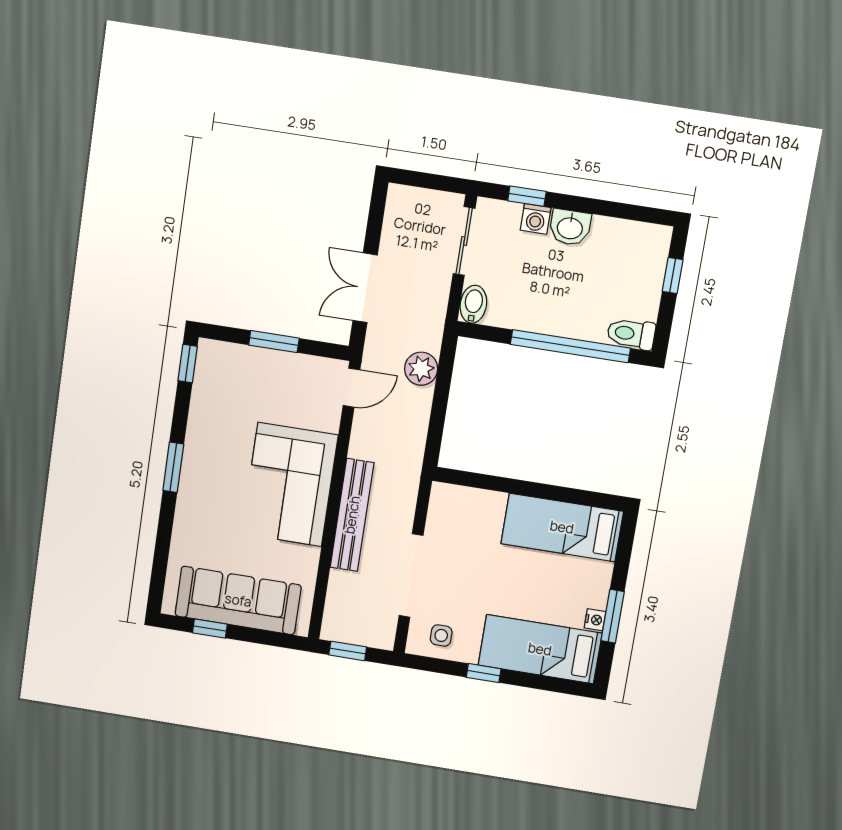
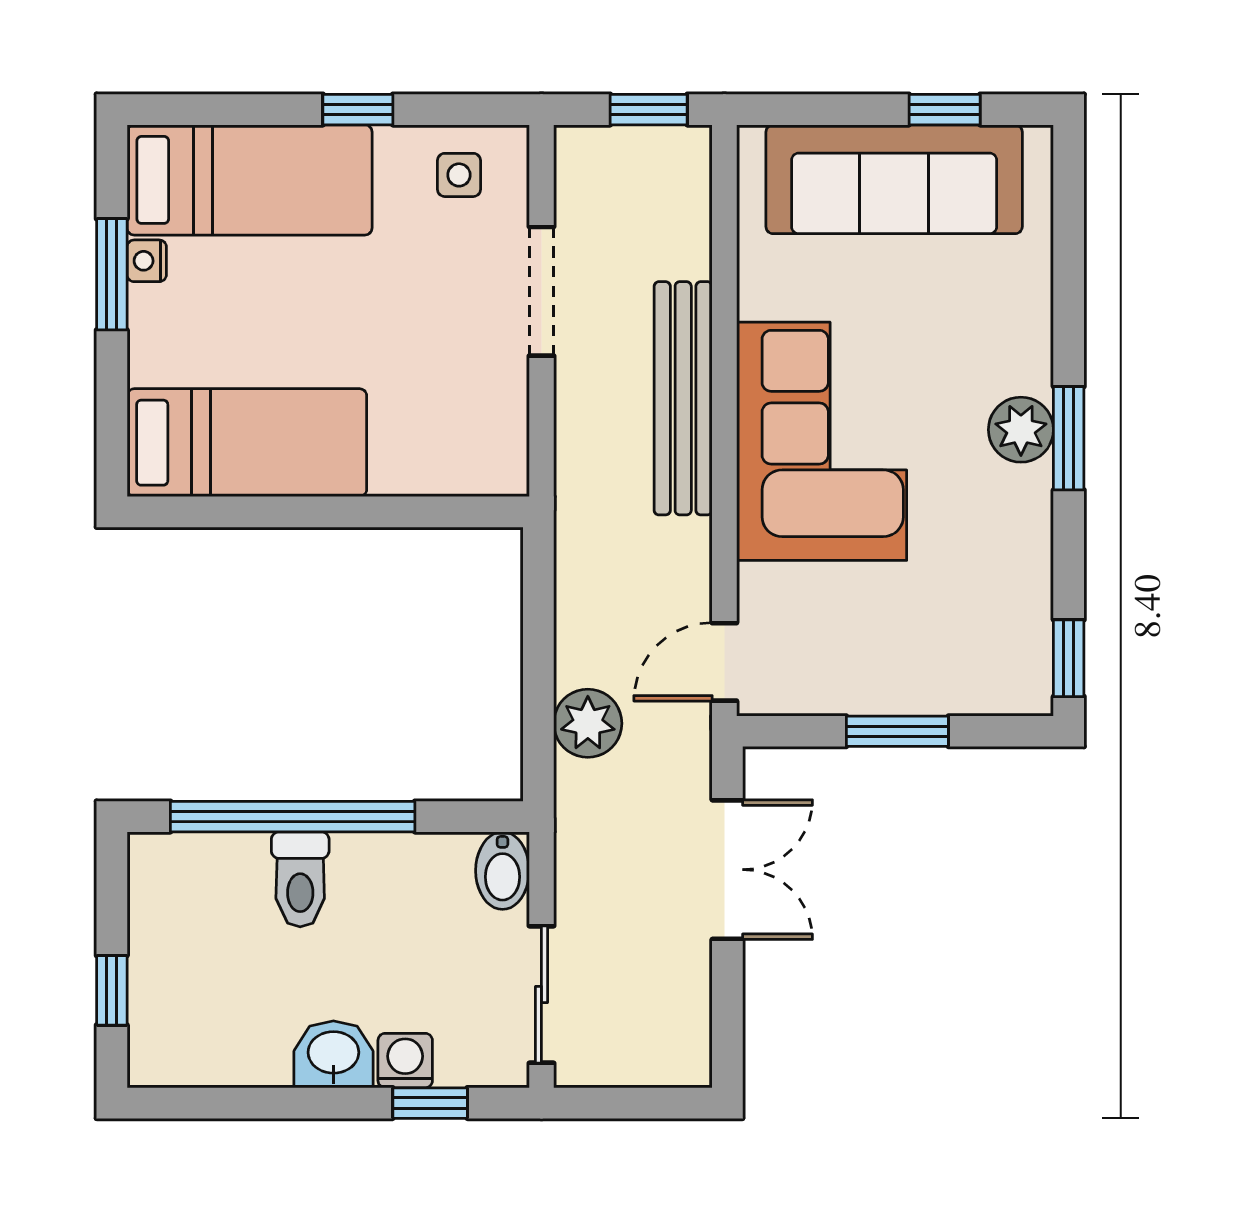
toilet: (631, 334) -> (300, 879), moved, turned 90
plant: (195, 475) -> (1021, 430), added
doorway: (411, 576) -> (541, 291), width x0.73

